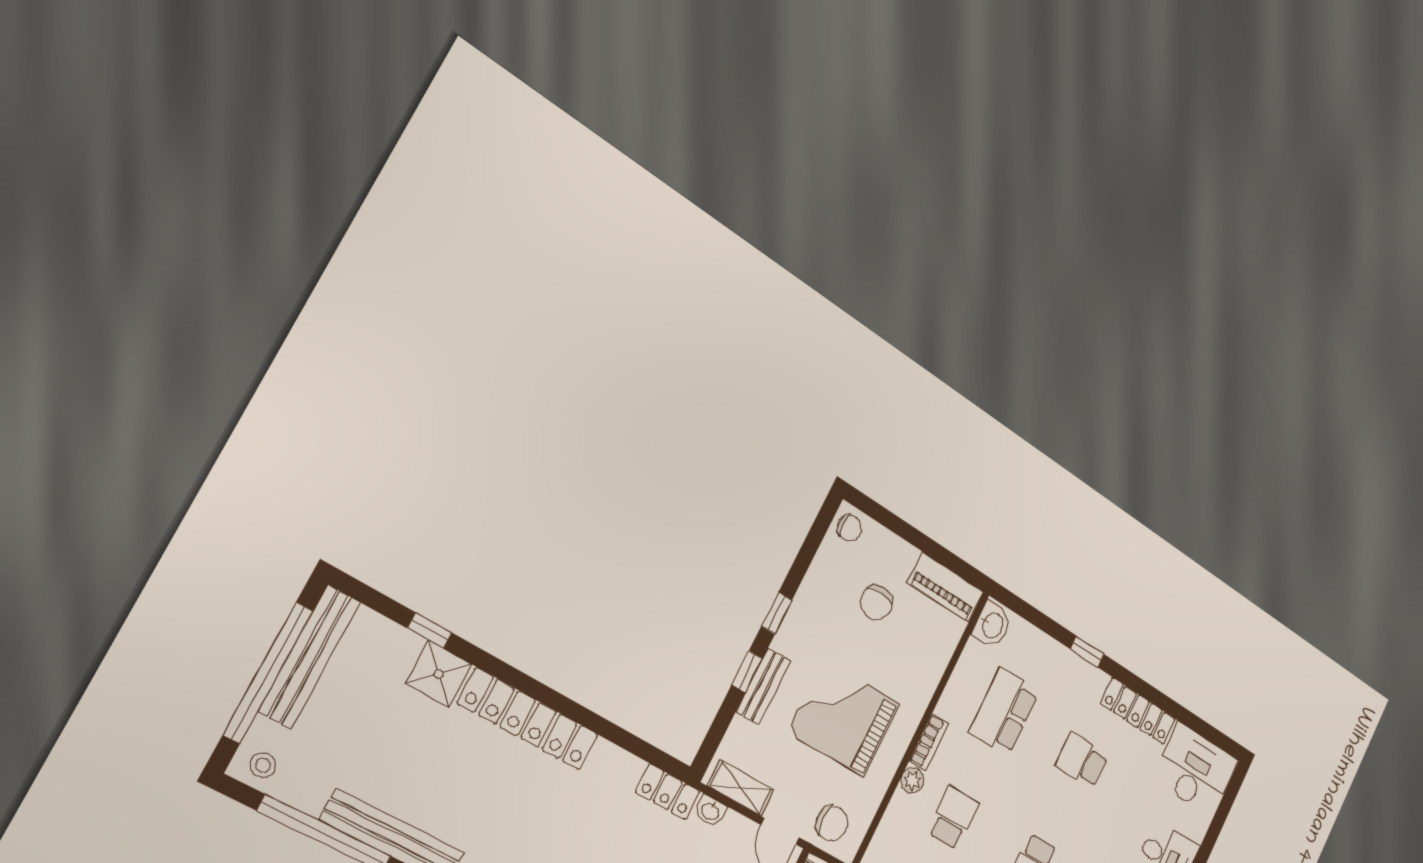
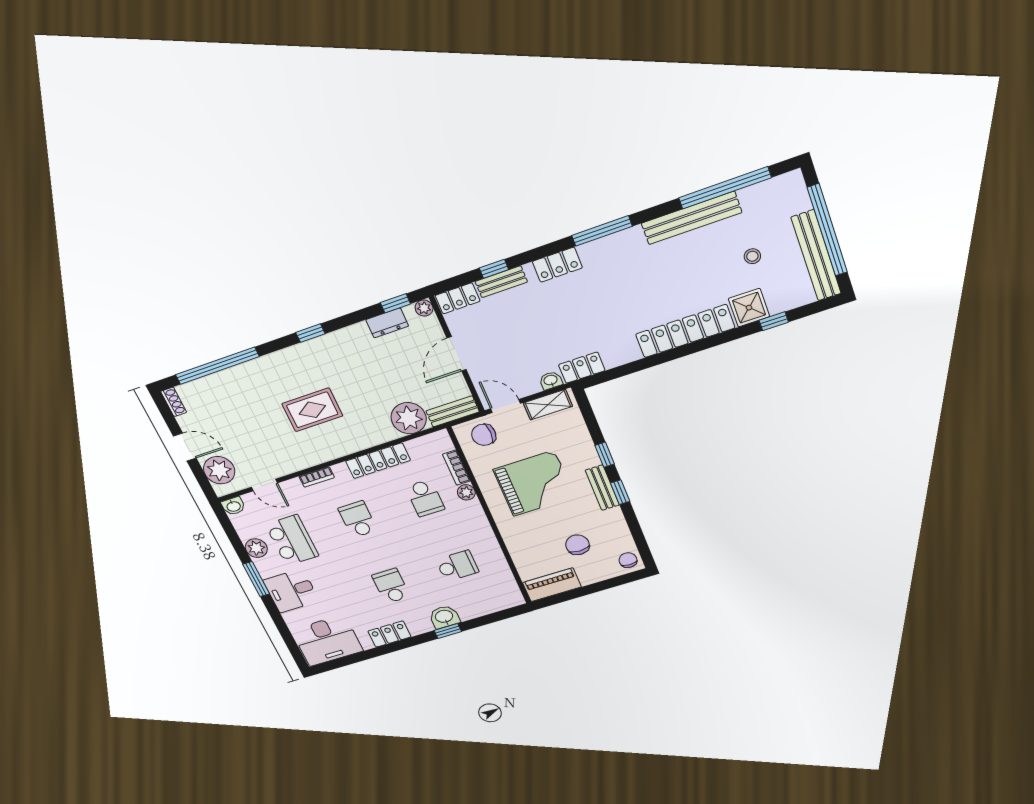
chair: (850, 528) -> (628, 560), turned 90
washbasin: (992, 625) -> (444, 617), moved, turned 90
bench: (763, 686) -> (602, 488), moved
locker: (1138, 711) -> (389, 634), width x0.66
school desk: (1004, 712) -> (457, 566), width x0.54
bookcase: (929, 742) -> (456, 468), moved
school desk: (1082, 760) -> (391, 586), turned -90
stool: (263, 765) -> (752, 256), moved

